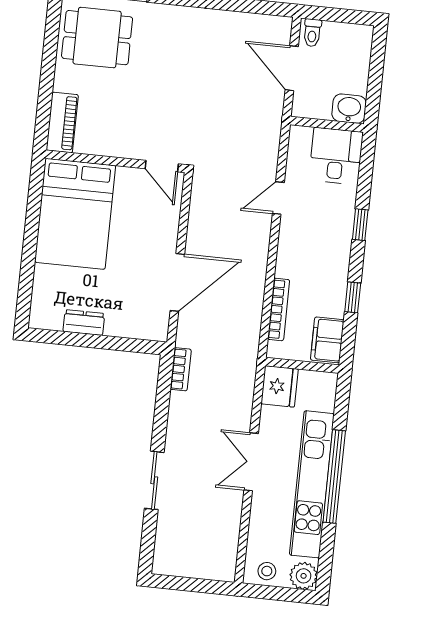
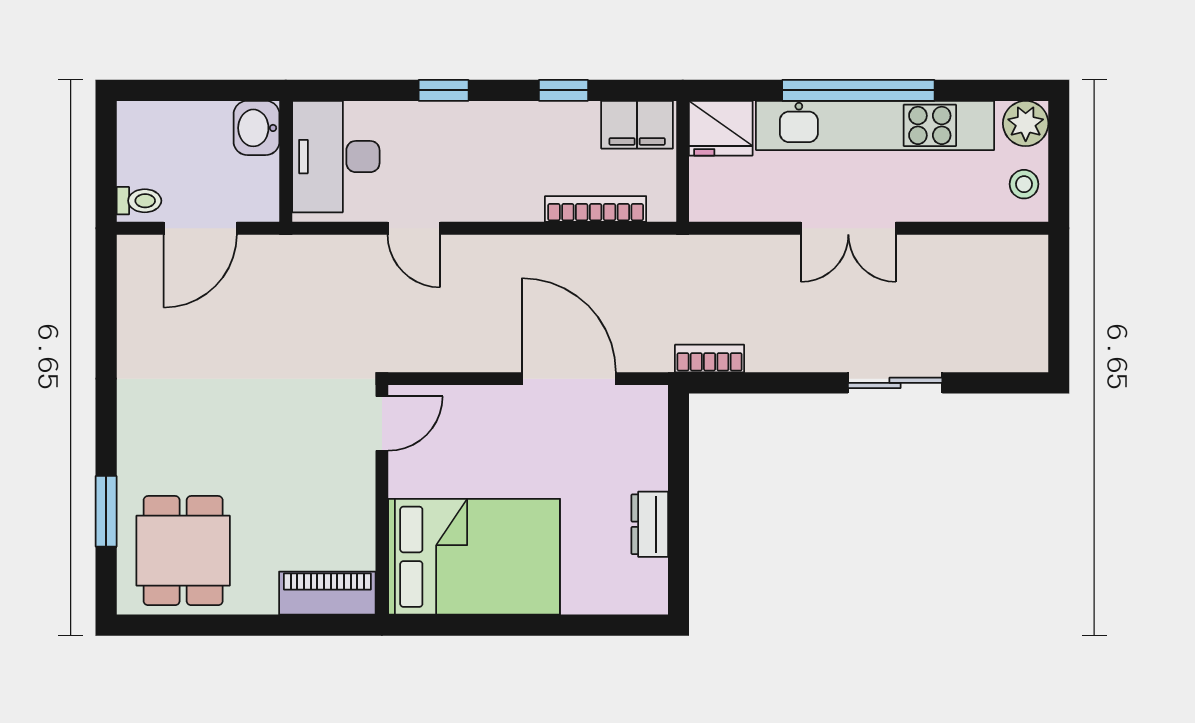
desk: (336, 156) -> (336, 157), width x1.37
fridge: (280, 386) -> (721, 128), moved, turned 180

